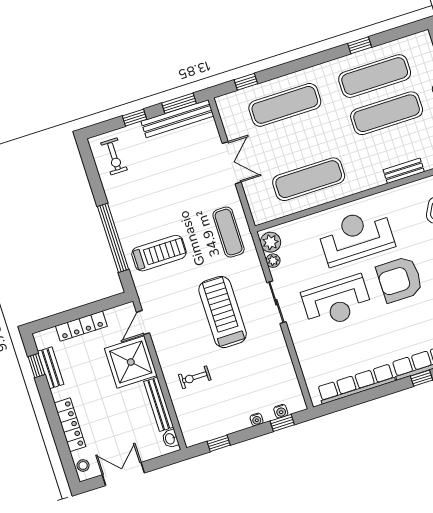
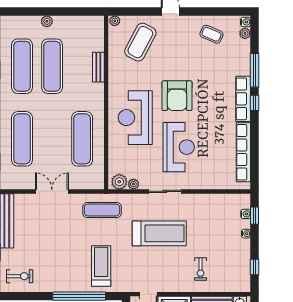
treadmill: (223, 312) -> (159, 233), turned 180

